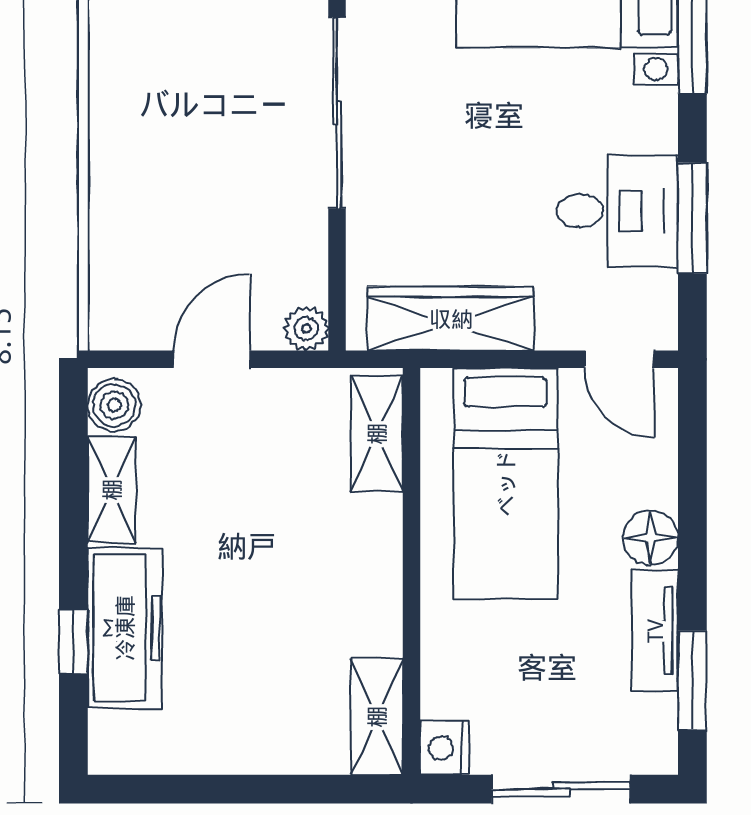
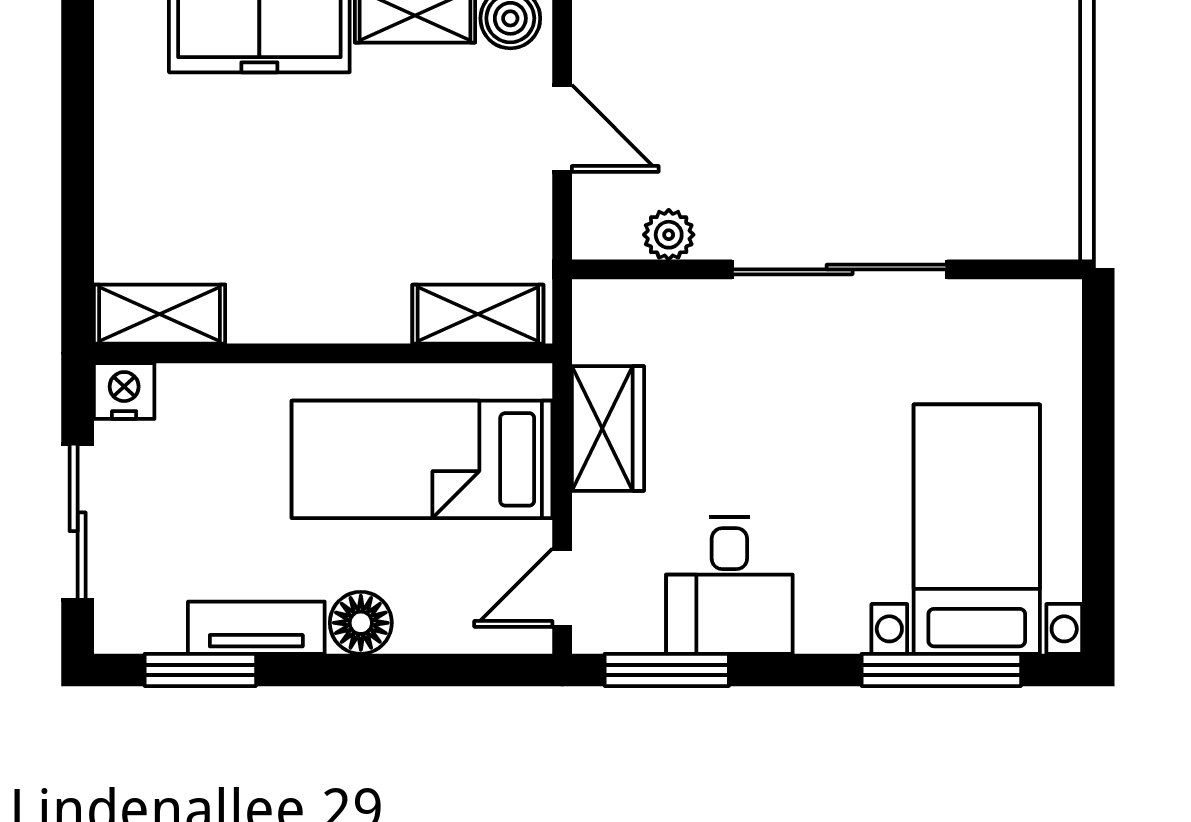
window: (692, 218) -> (667, 670), moved
wardrobe: (451, 319) -> (608, 429), width x0.67
plant: (306, 328) -> (669, 235), moved

